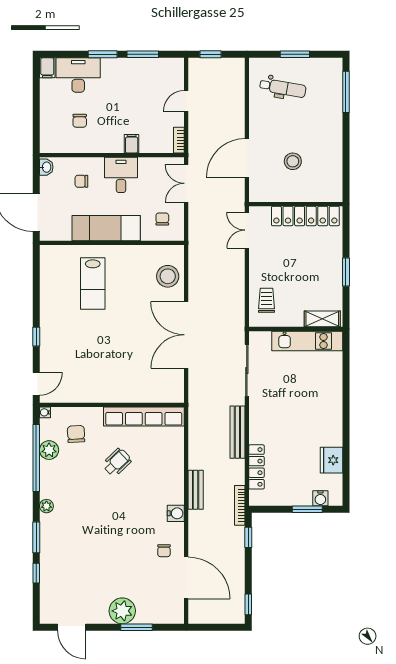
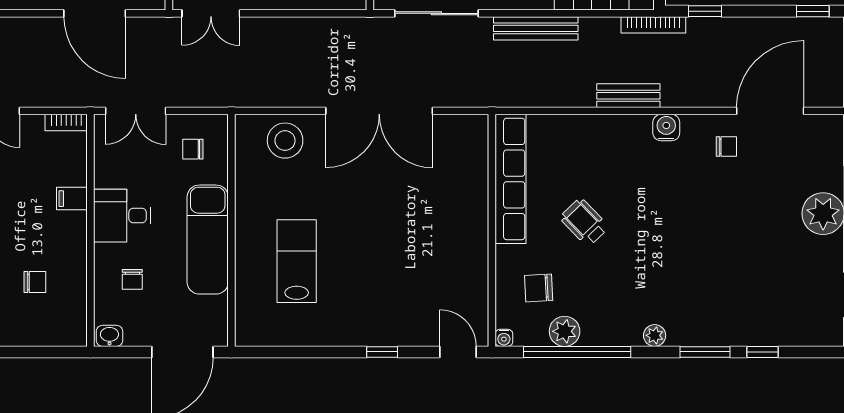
lab bench: (93, 283) -> (297, 261), turned -90

